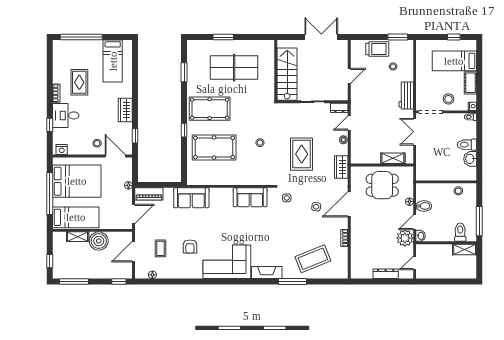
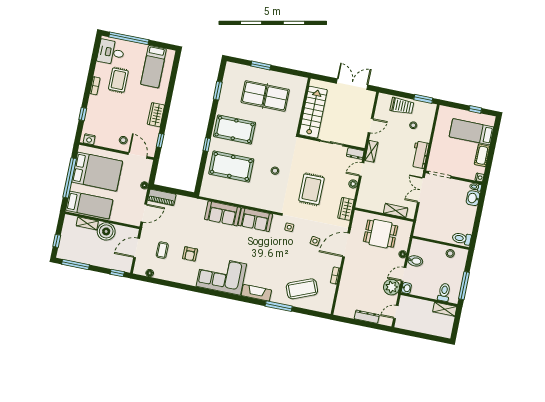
stool: (449, 99) -> (459, 166), removed
shelving: (355, 102) -> (371, 151), added
desk: (66, 115) -> (111, 52), moved
toilet: (467, 145) -> (462, 239), moved
washbasin: (470, 159) -> (473, 198), moved
sofa: (191, 198) -> (223, 213), moved

